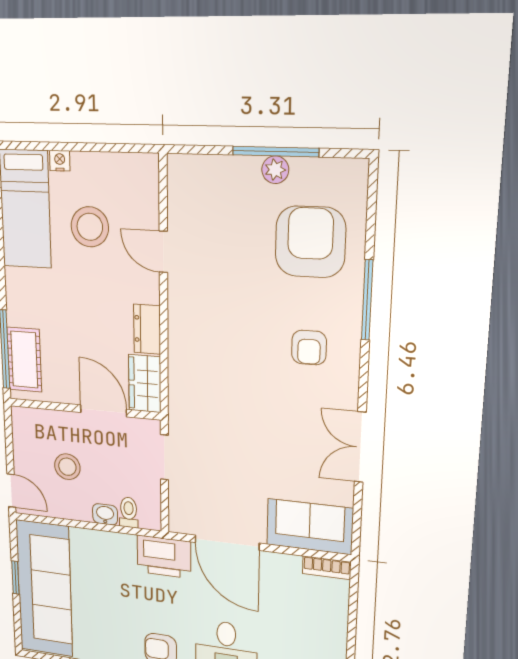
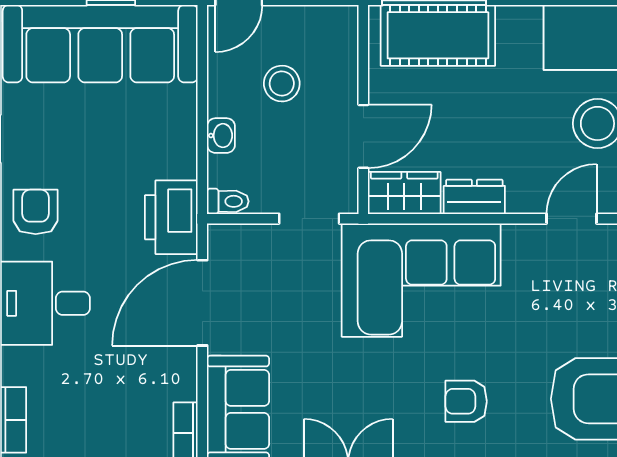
cot: (24, 360) -> (438, 35), width x1.37, depth x1.34
corner sofa: (211, 376) -> (421, 280), added
toilet: (129, 512) -> (228, 201), moved

